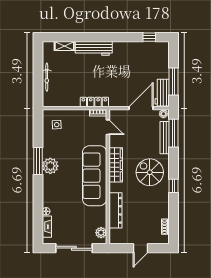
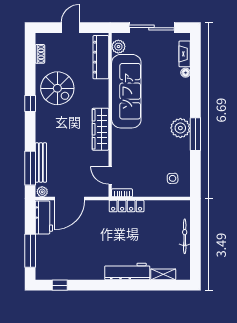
window: (173, 82) -> (30, 251), moved
spiral stairs: (150, 172) -> (57, 88), moved
sofa: (95, 176) -> (126, 91), moved
dresser: (115, 210) -> (101, 57), moved

